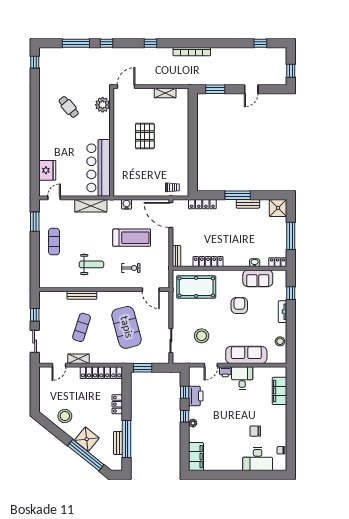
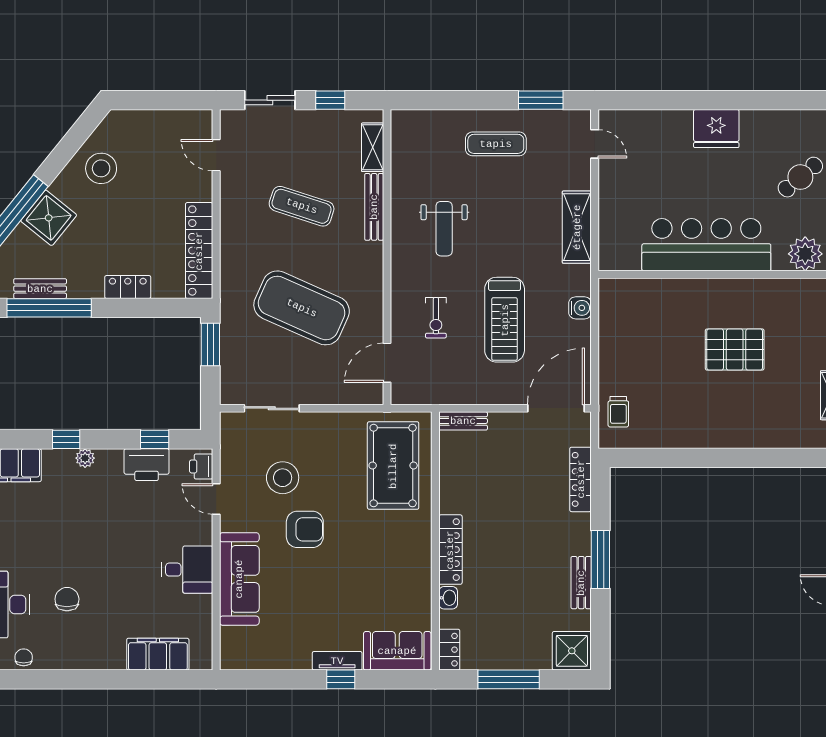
bar counter: (99, 168) -> (706, 245), moved
fridge: (47, 170) -> (716, 129), moved
locker: (208, 262) -> (450, 550), moved
sofa: (258, 278) -> (397, 651), moved, turned 90
window: (291, 293) -> (341, 679), moved
armchair: (239, 305) -> (305, 529), moved
exercise mat: (127, 327) -> (302, 308), turned 39
stool: (280, 341) -> (270, 655), removed
shelving: (79, 359) -> (373, 147), moved
printer: (225, 372) -> (201, 466), moved
window: (185, 416) -> (66, 439), moved

